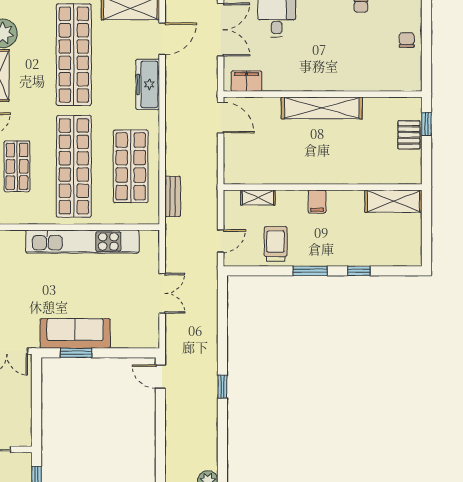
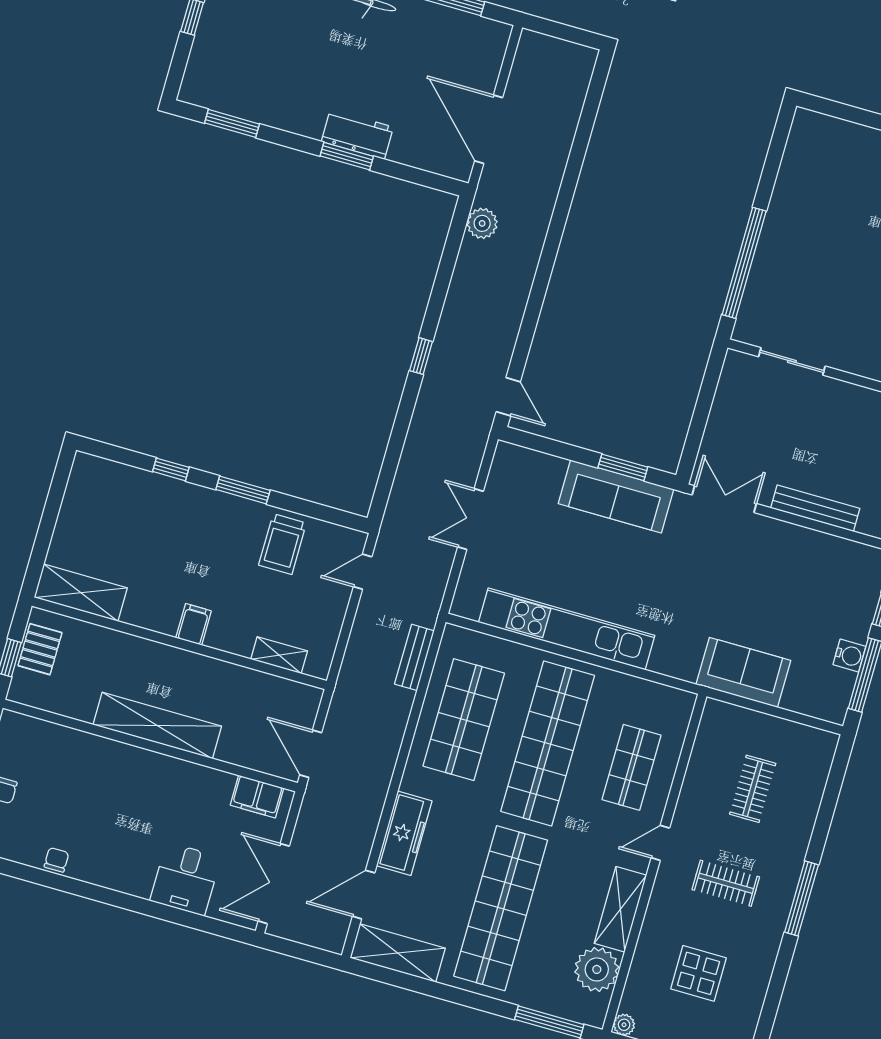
wall: (323, 187) -> (179, 643), moved
shelving: (258, 197) -> (279, 655), moved
filing cabinet: (317, 201) -> (194, 624), moved
shelving: (393, 201) -> (81, 593), moved

